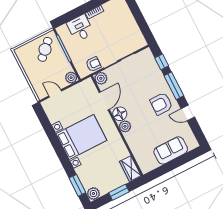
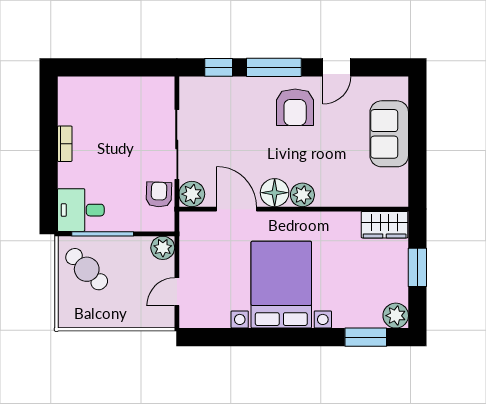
desk: (80, 28) -> (81, 210), moved

